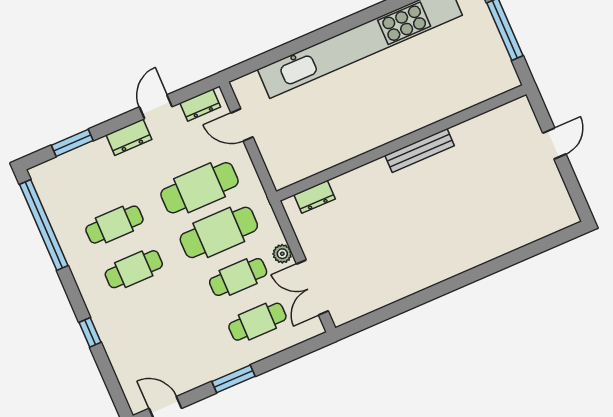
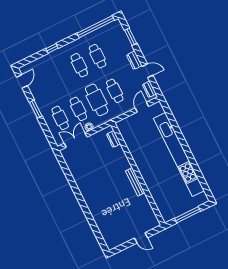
cafe table: (199, 188) -> (115, 91), width x0.73, depth x0.74

